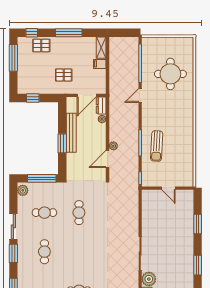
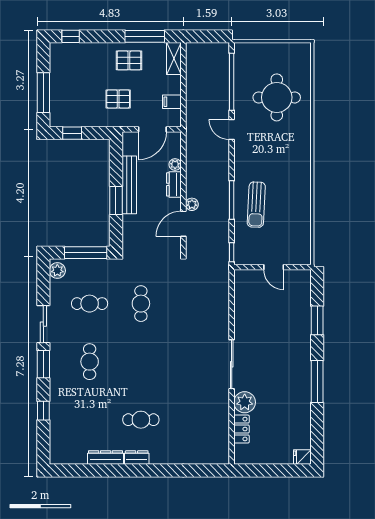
window: (69, 33) -> (145, 36), moved
pallet: (41, 45) -> (129, 60), moved
window: (13, 58) -> (43, 93), moved
filing cabinet: (100, 64) -> (172, 102), moved
door: (140, 96) -> (232, 130), hinge flipped
dresser: (101, 106) -> (174, 184), moved
window: (198, 265) -> (317, 381), width x1.44

